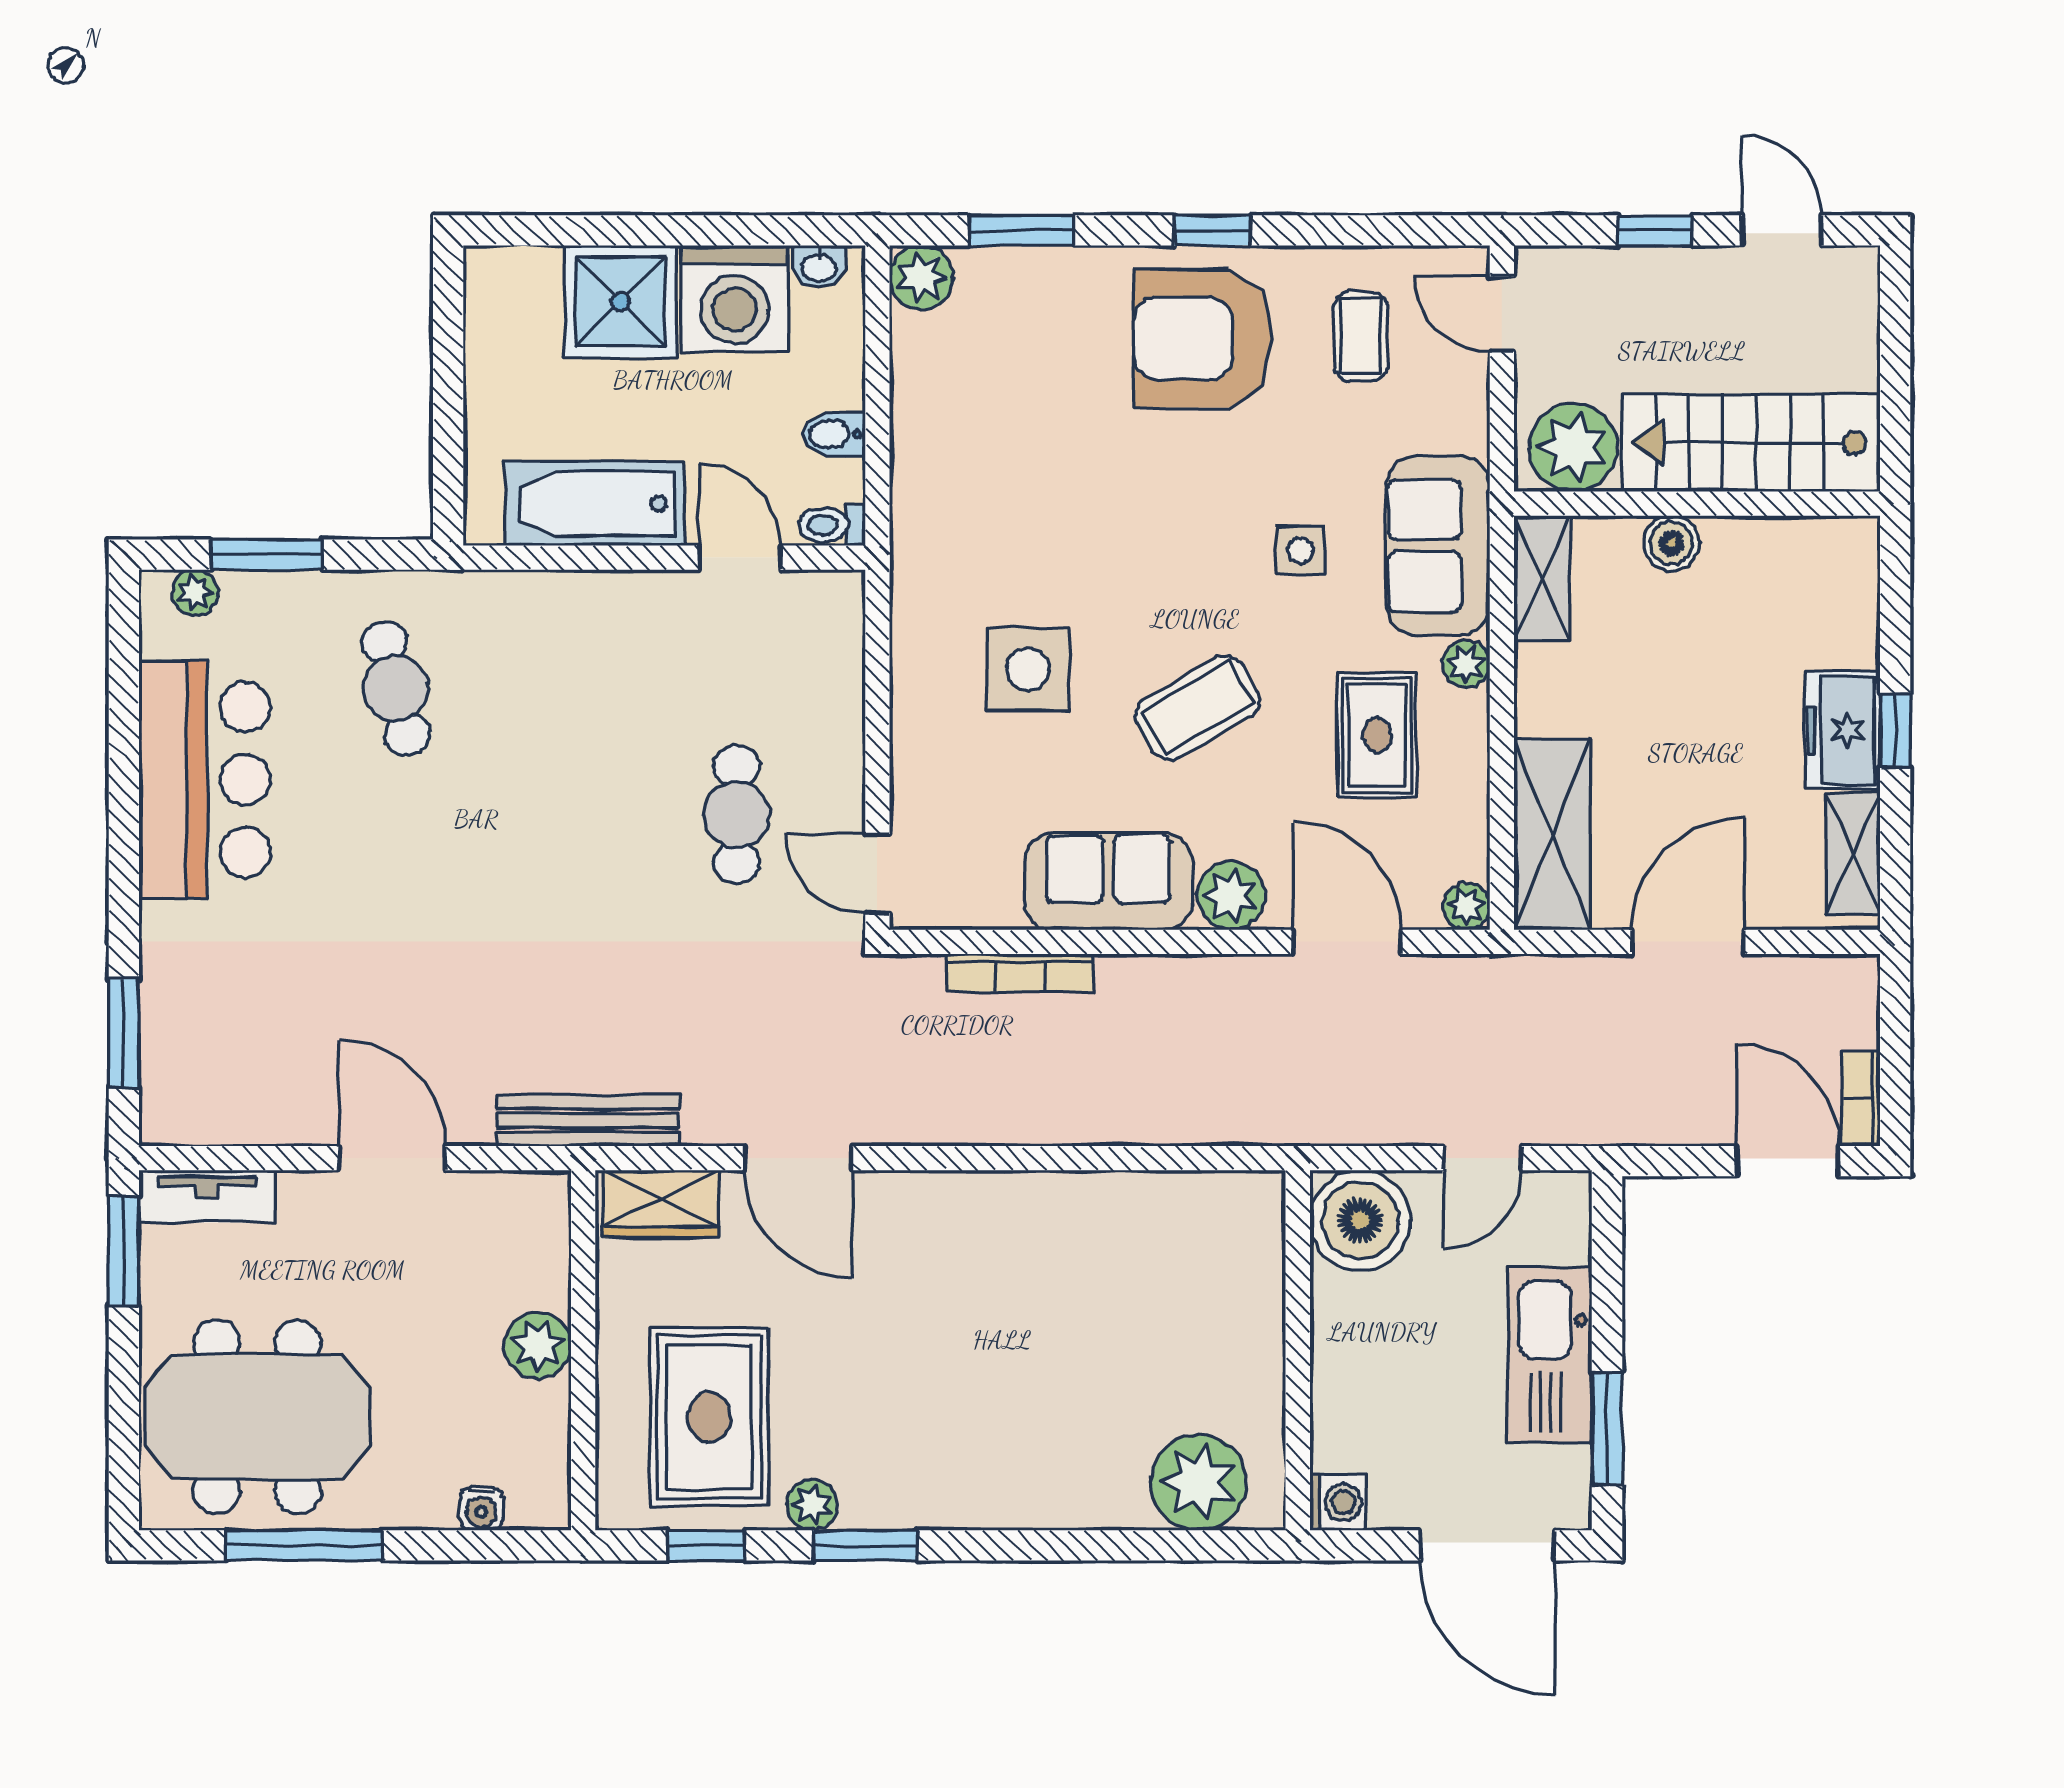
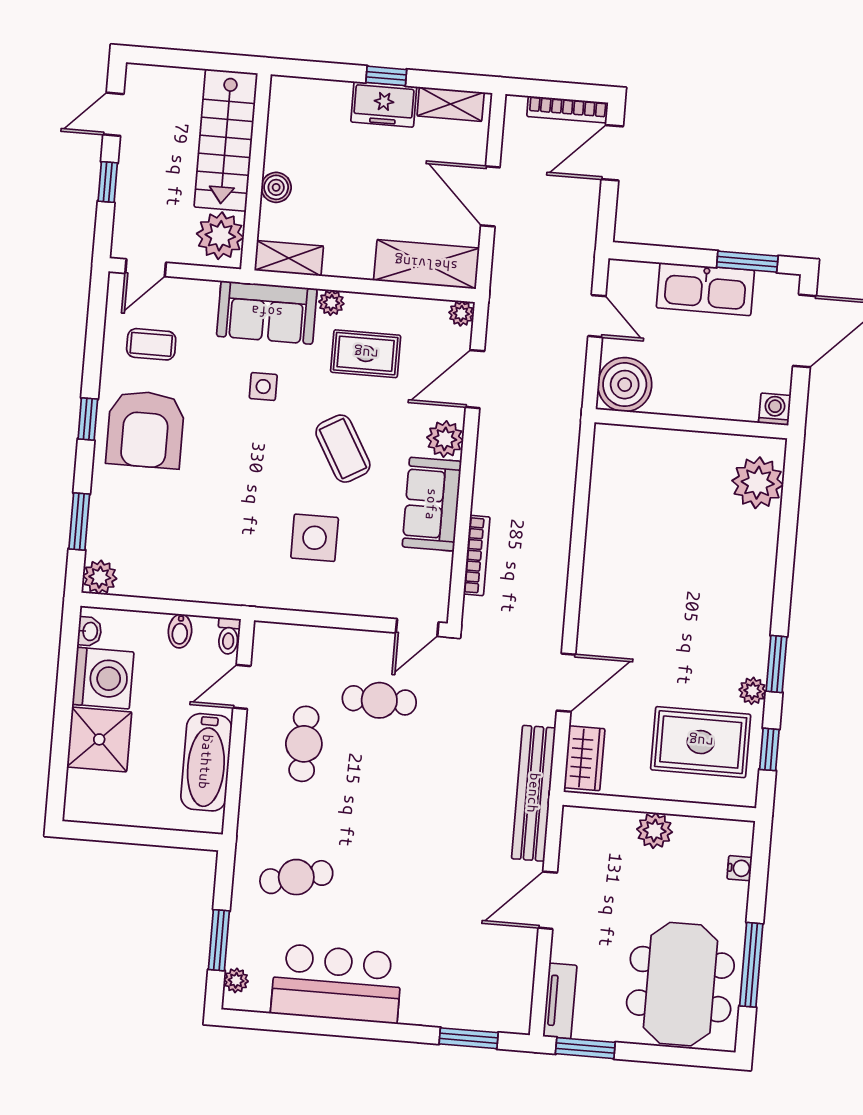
cafe table: (644, 682) -> (304, 744), added
bookcase: (1861, 1098) -> (567, 110), width x1.56
bench: (588, 1121) -> (534, 793), width x1.37, depth x1.21

